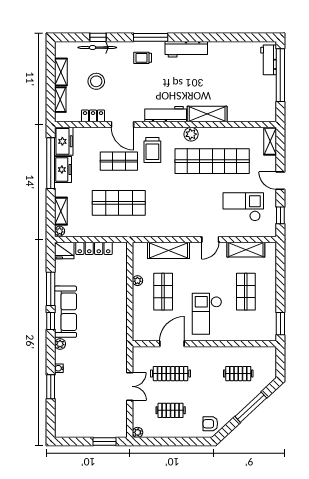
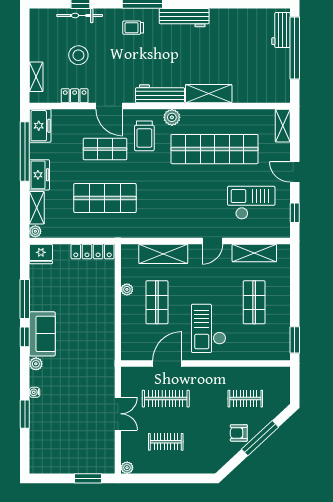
shelving: (61, 72) -> (37, 44), removed
plant: (191, 134) -> (172, 117), moved
freezer: (63, 170) -> (39, 175), moved
locker: (94, 248) -> (93, 251), moved
sofa: (65, 312) -> (42, 334), width x0.73
armchair: (210, 424) -> (239, 433), moved

